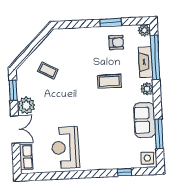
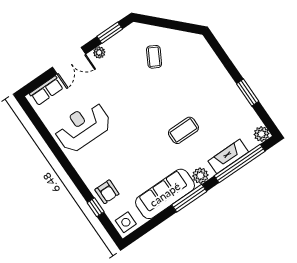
armchair: (116, 42) -> (107, 192), moved
coffee table: (109, 81) -> (183, 130), turned 90
plant: (26, 105) -> (99, 52), width x0.53, depth x0.53
sofa: (145, 120) -> (165, 194), width x1.36
window: (159, 134) -> (189, 198), moved

